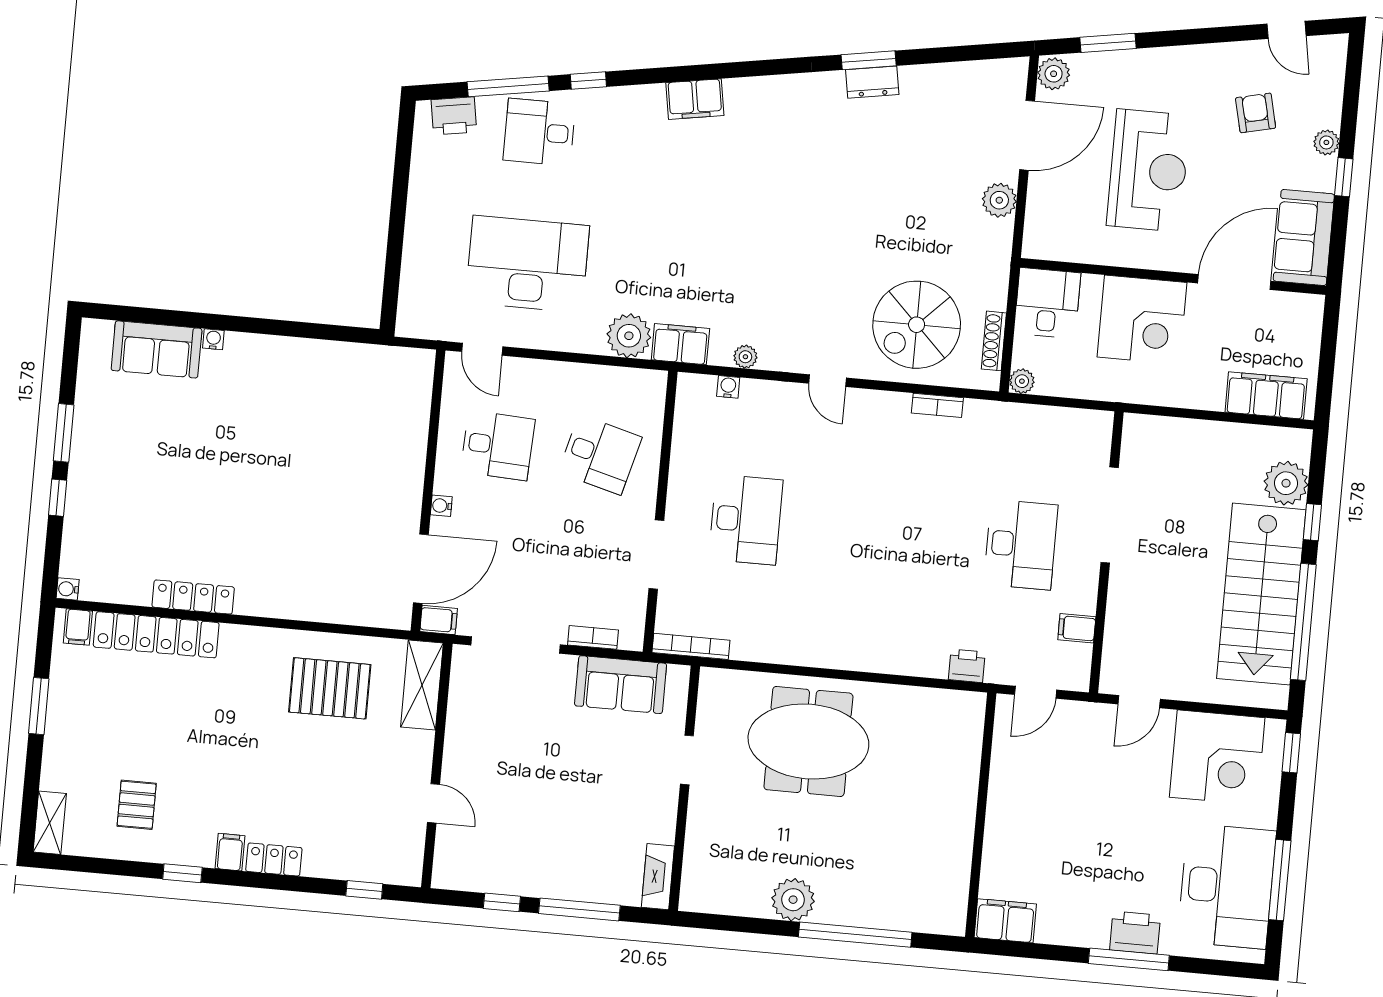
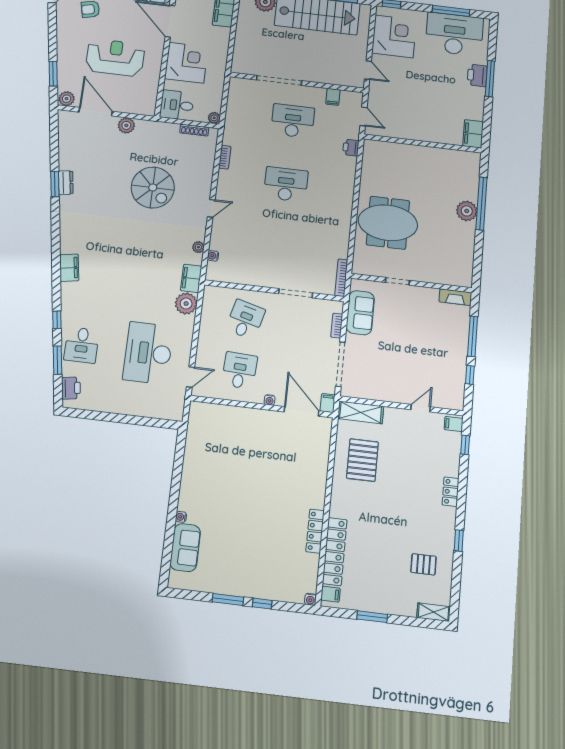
window: (508, 86) -> (58, 360), width x0.69
spiral stairs: (917, 325) -> (153, 188), moved
desk: (746, 520) -> (286, 184), moved
meeting table: (808, 741) -> (388, 223), turned 90
filing cabinet: (230, 852) -> (454, 424), moved
plant: (793, 900) -> (467, 211), moved

